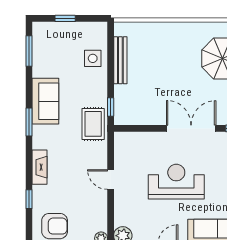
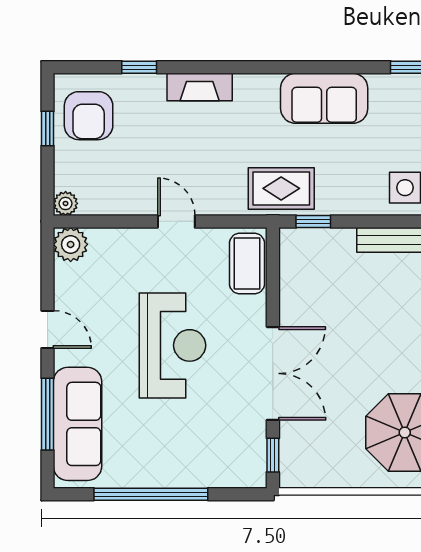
window: (29, 122) -> (285, 67), removed
coffee table: (133, 142) -> (247, 264), added
door: (111, 180) -> (176, 221), hinge flipped

